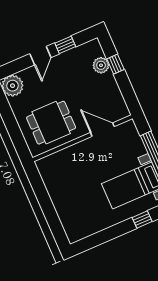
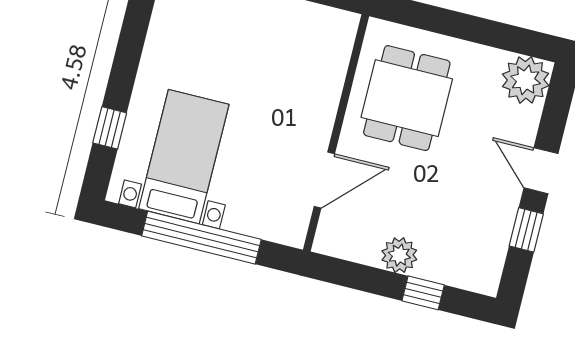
plant: (101, 65) -> (399, 255), moved

